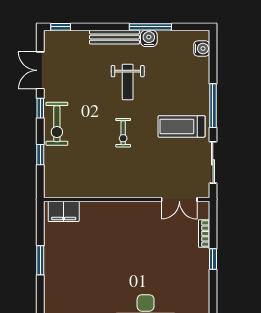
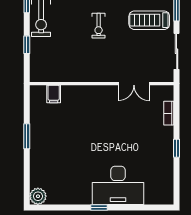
double door: (179, 199) -> (134, 84), moved
filing cabinet: (64, 211) -> (54, 94), width x0.50
window: (213, 259) -> (177, 148), moved

